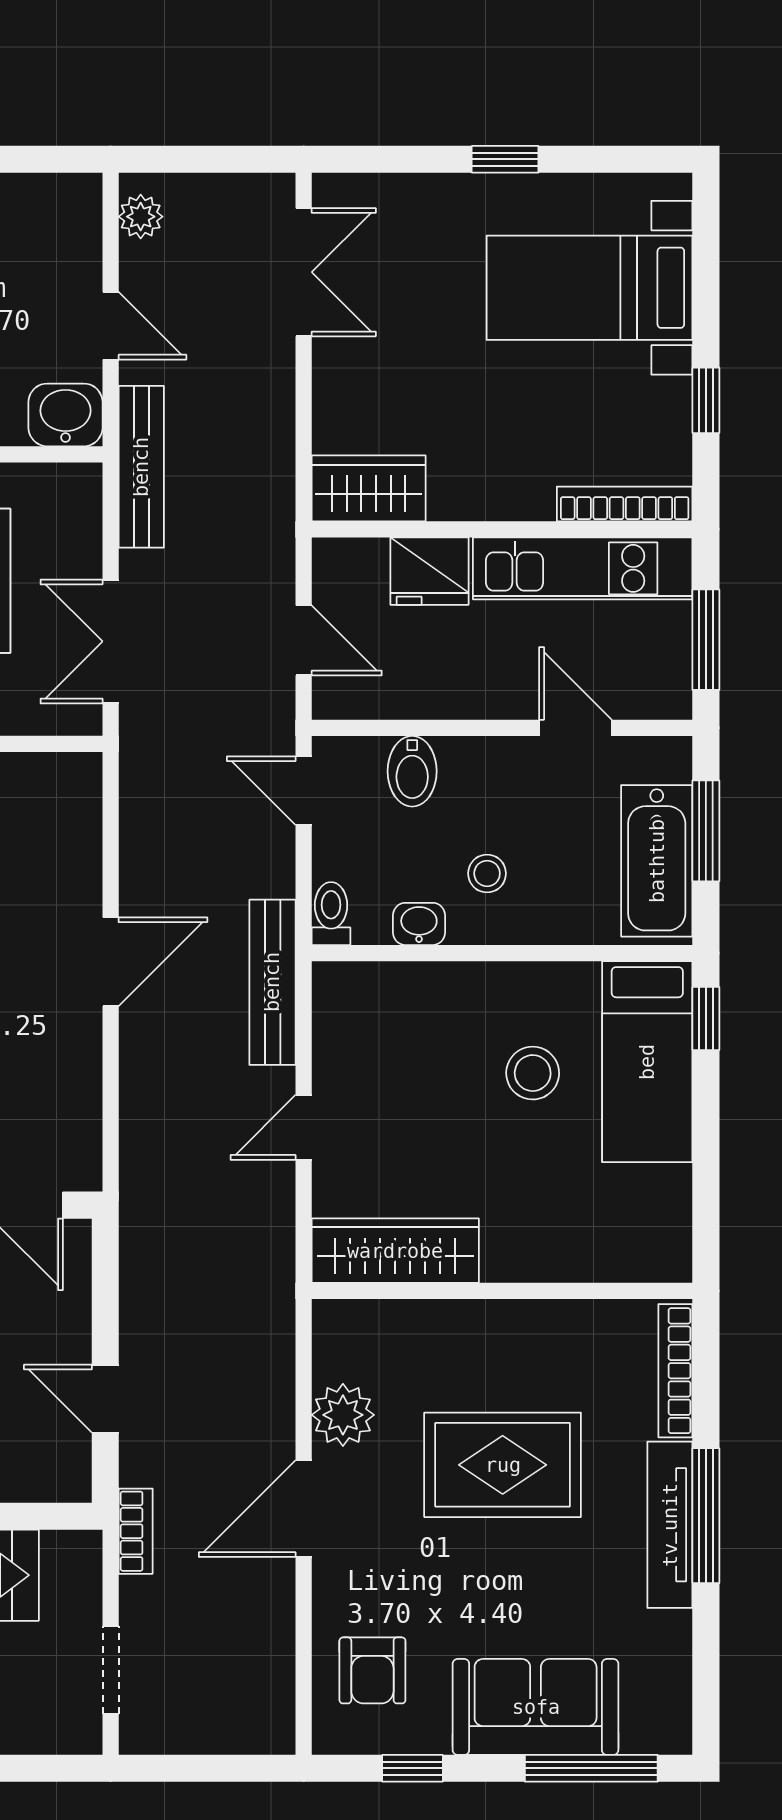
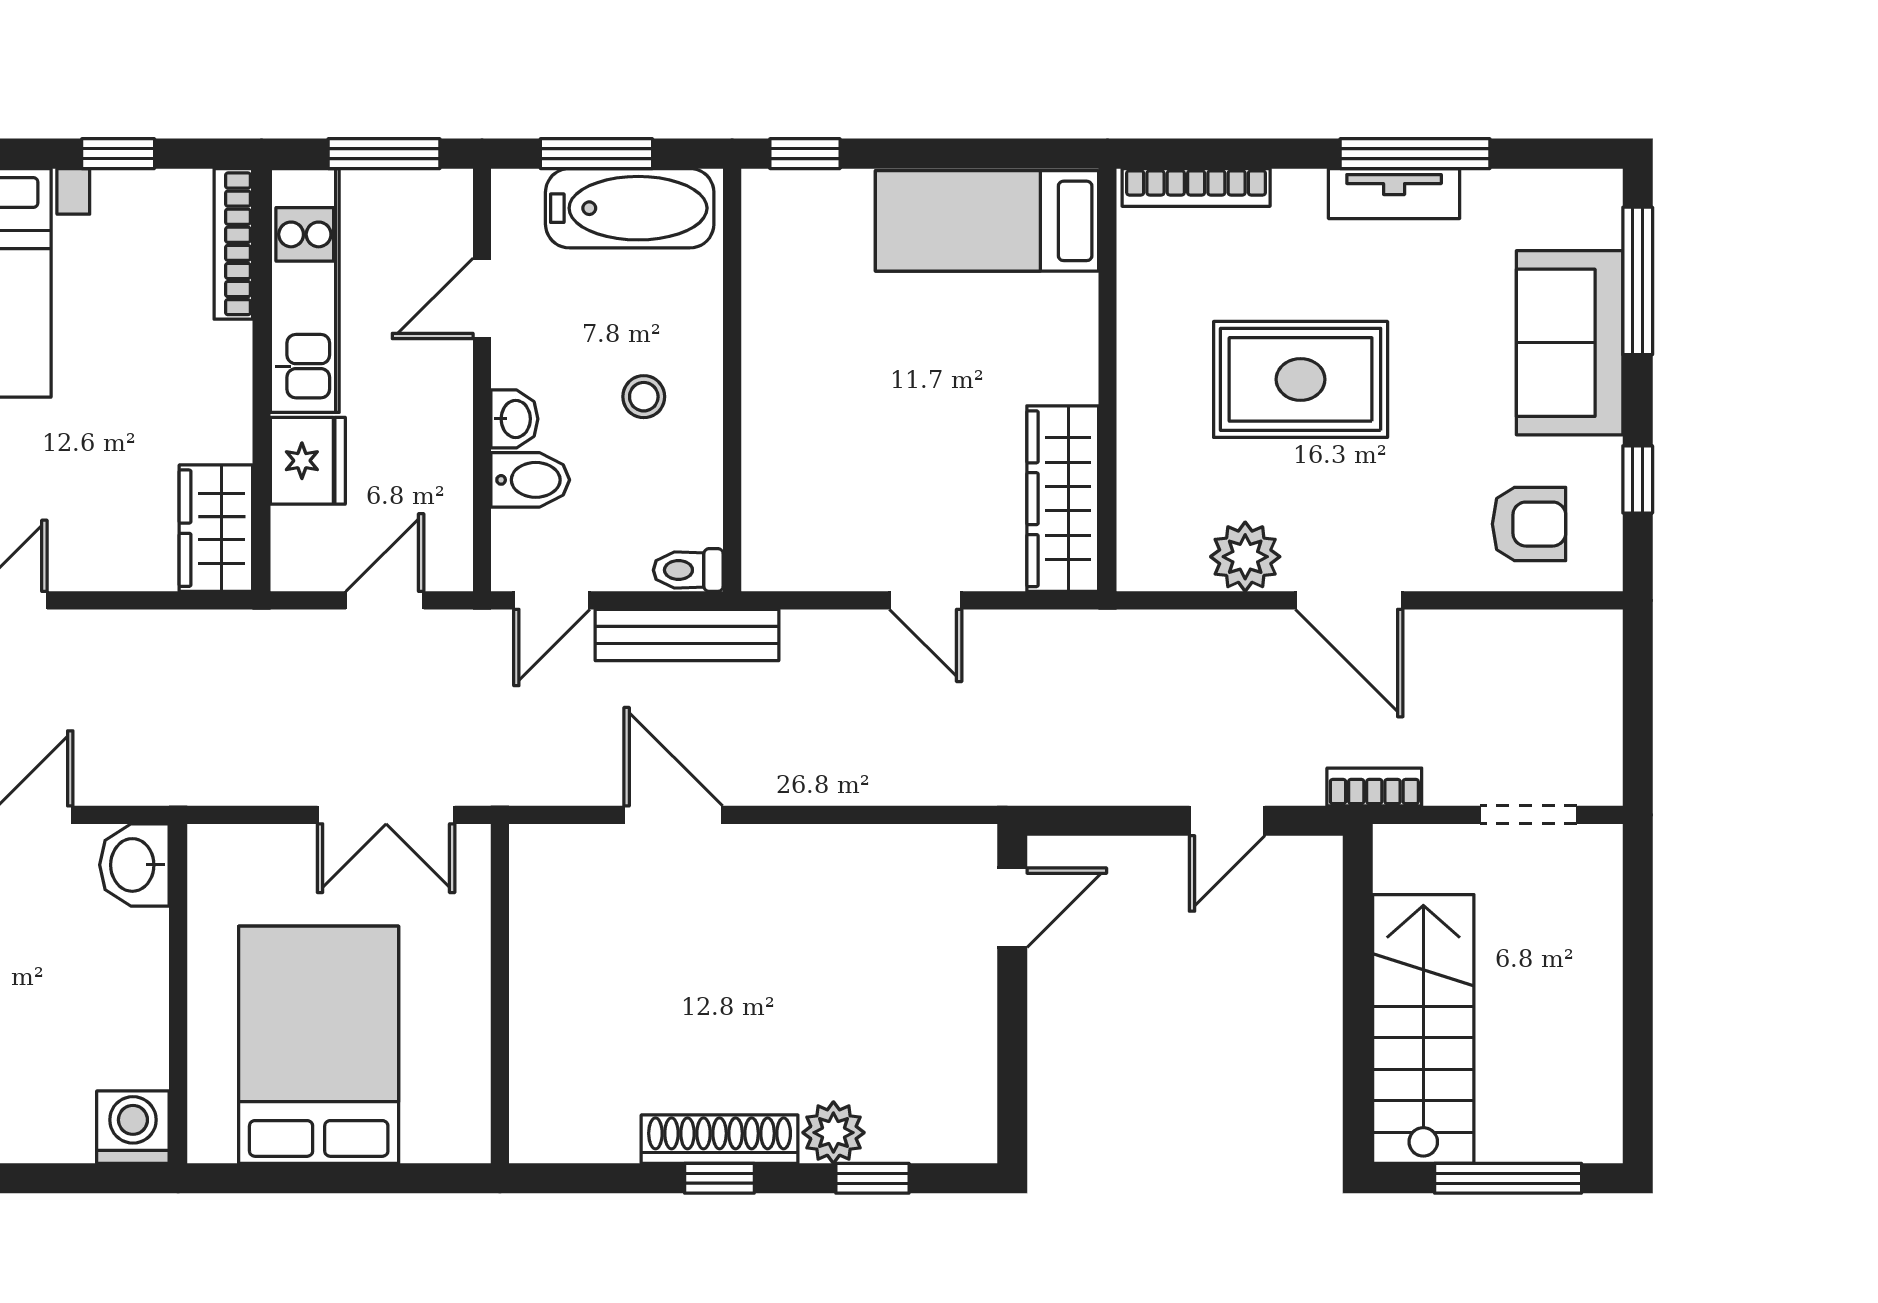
bench: (141, 467) -> (192, 781), removed
washbasin: (419, 924) -> (514, 419), moved, turned 180
door: (111, 962) -> (673, 815), moved
bench: (272, 982) -> (687, 635), moved
bed: (647, 1062) -> (987, 221), moved, turned 180
stool: (533, 1073) -> (865, 346), removed
rug: (503, 1465) -> (1301, 379), turned 90
window: (706, 1516) -> (1415, 154), moved
tv unit: (670, 1525) -> (1394, 194), width x0.71

